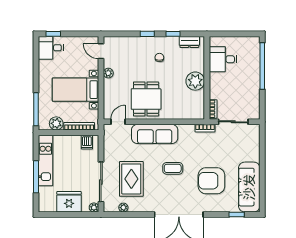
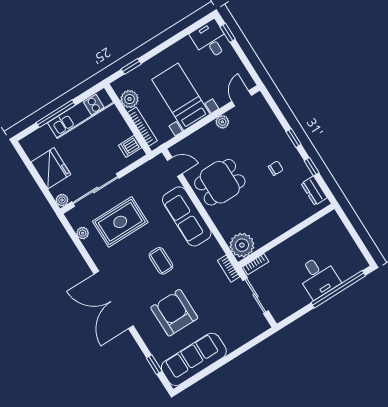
desk: (223, 59) -> (318, 277), moved, turned 180
plant: (195, 81) -> (242, 245), moved
window: (36, 109) -> (131, 66), width x0.46

